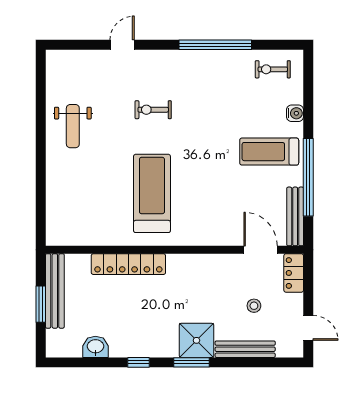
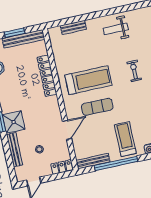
exercise mat: (202, 188) -> (97, 107), added
bench: (54, 199) -> (73, 27), added
door: (261, 250) -> (67, 130), moved

